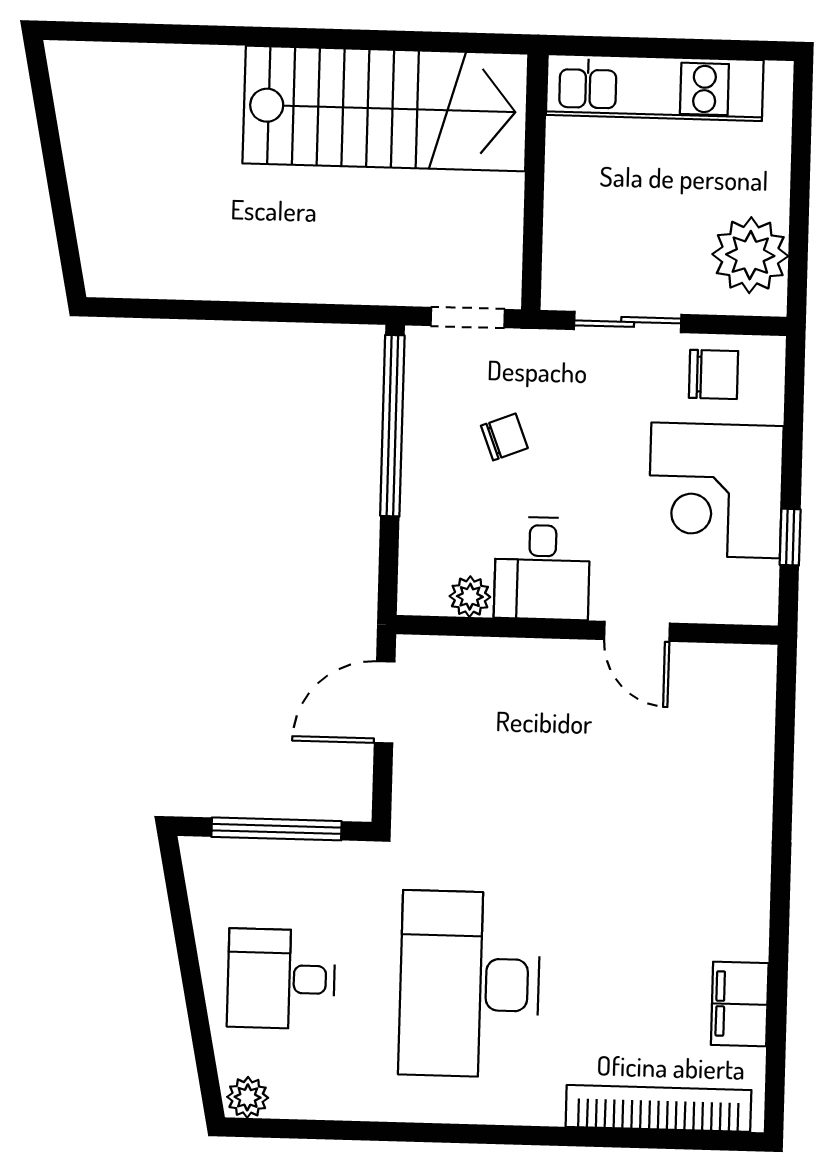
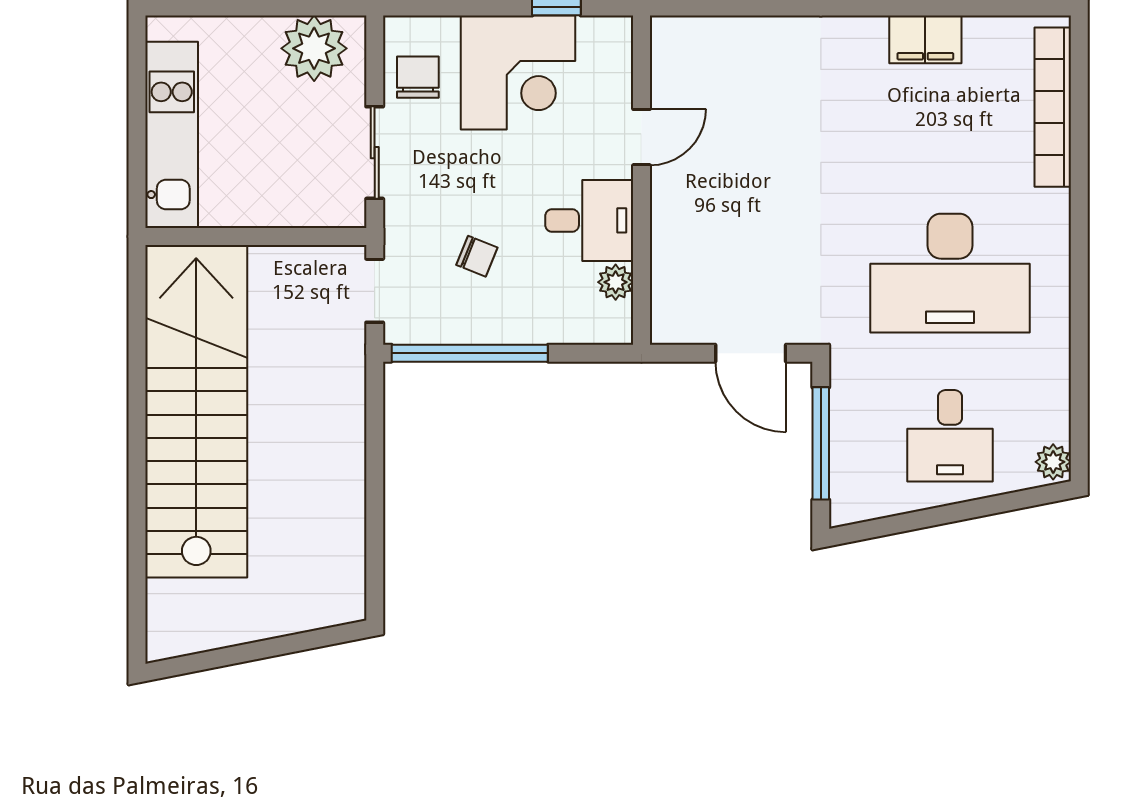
stairs: (385, 108) -> (196, 411), width x1.36
chair: (504, 437) -> (477, 256), turned 133
door: (385, 702) -> (751, 353), moved
filing cabinet: (740, 1004) -> (925, 39), moved

